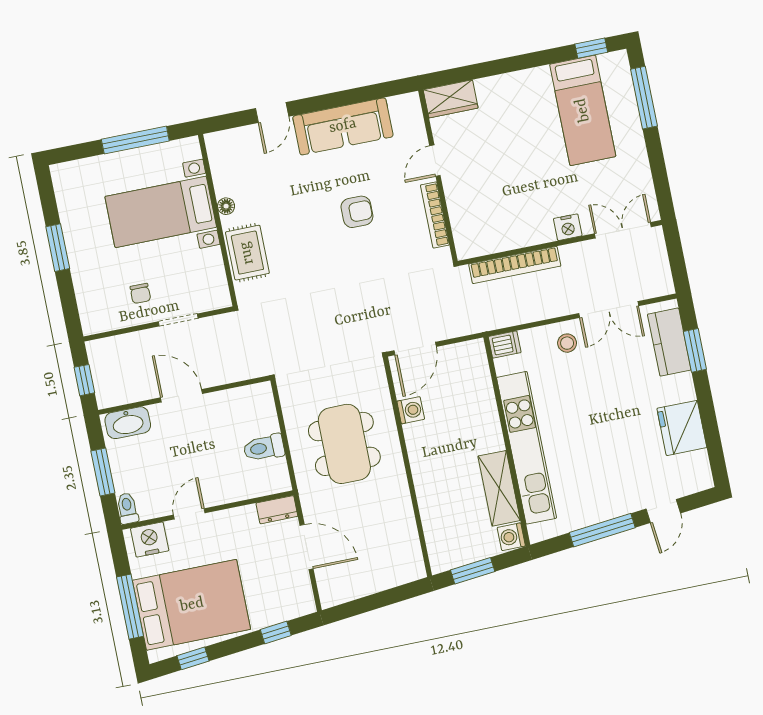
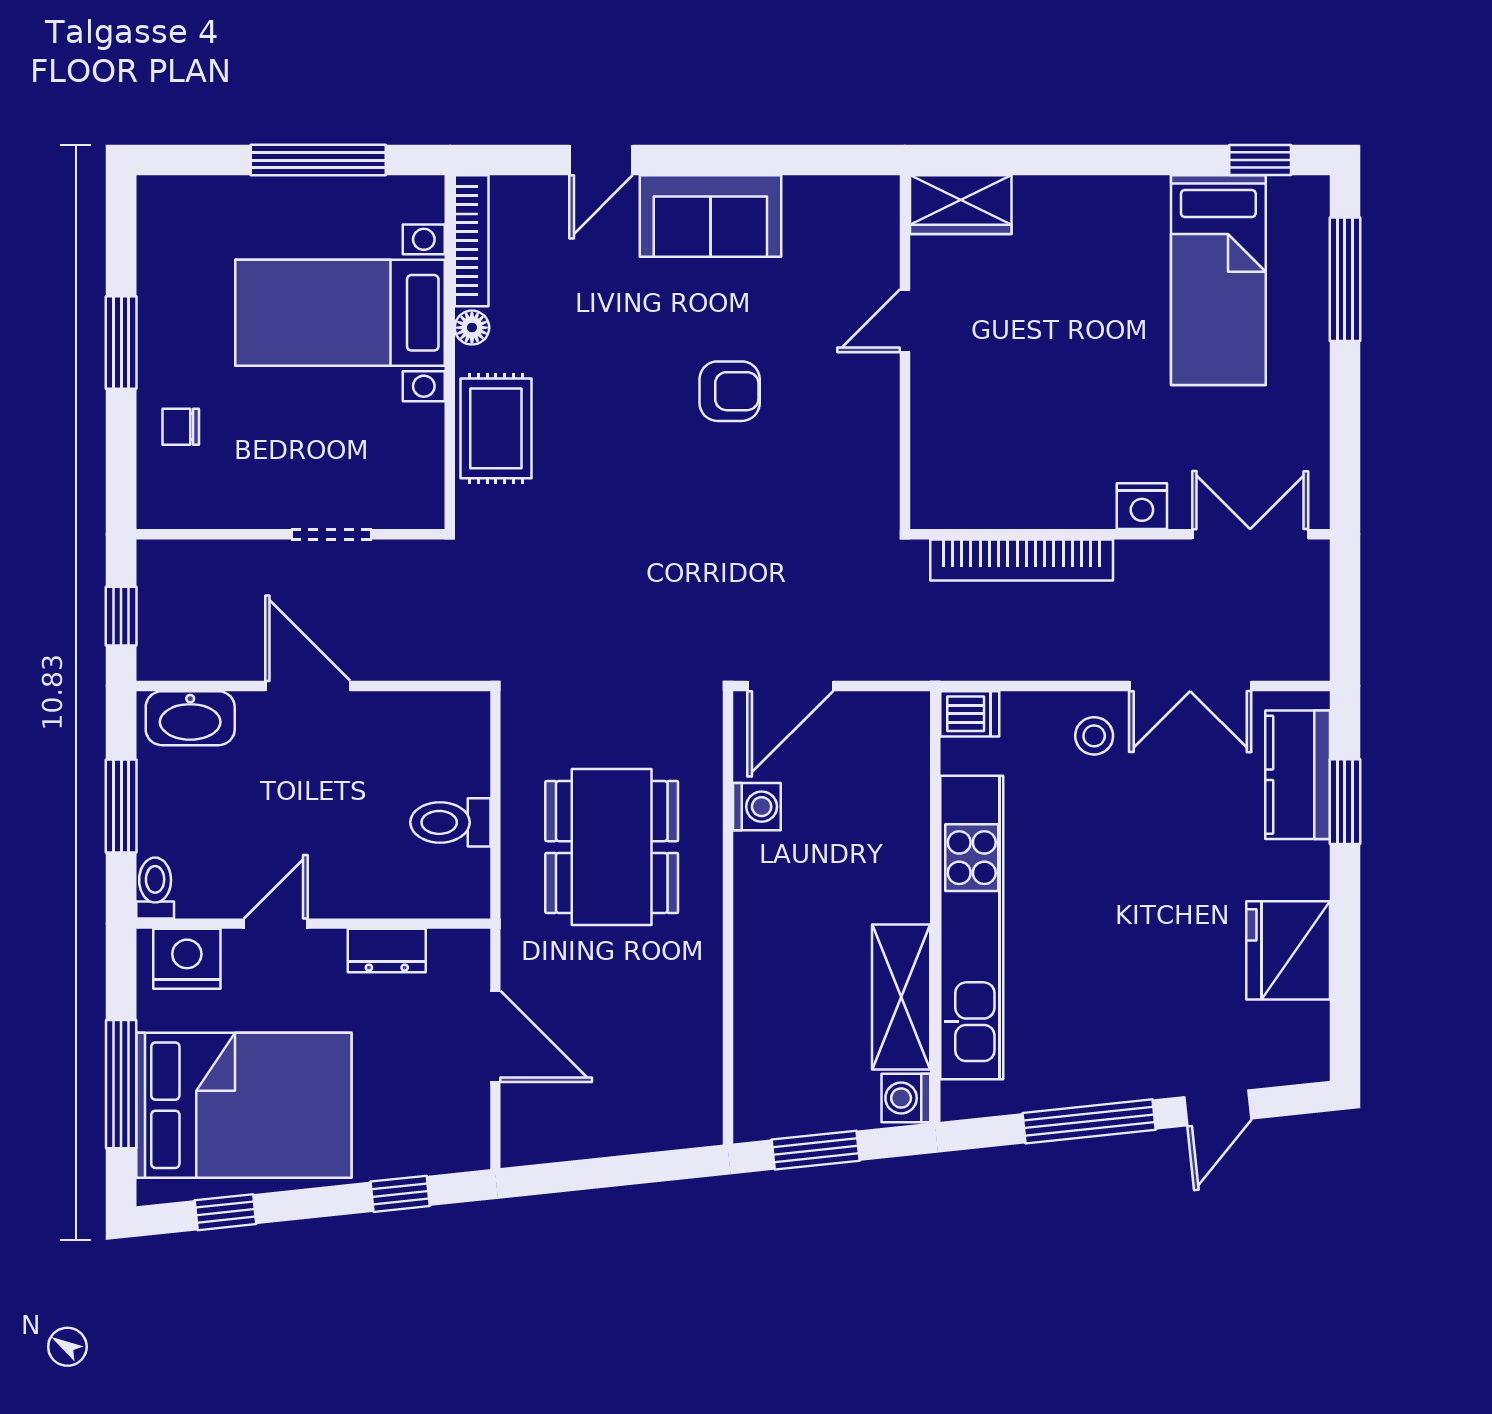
sofa: (343, 126) -> (710, 216), width x0.73
bookcase: (435, 215) -> (472, 241), moved, turned 180
chair: (140, 293) -> (181, 427), moved, turned 90
dresser: (277, 510) -> (387, 951), moved

